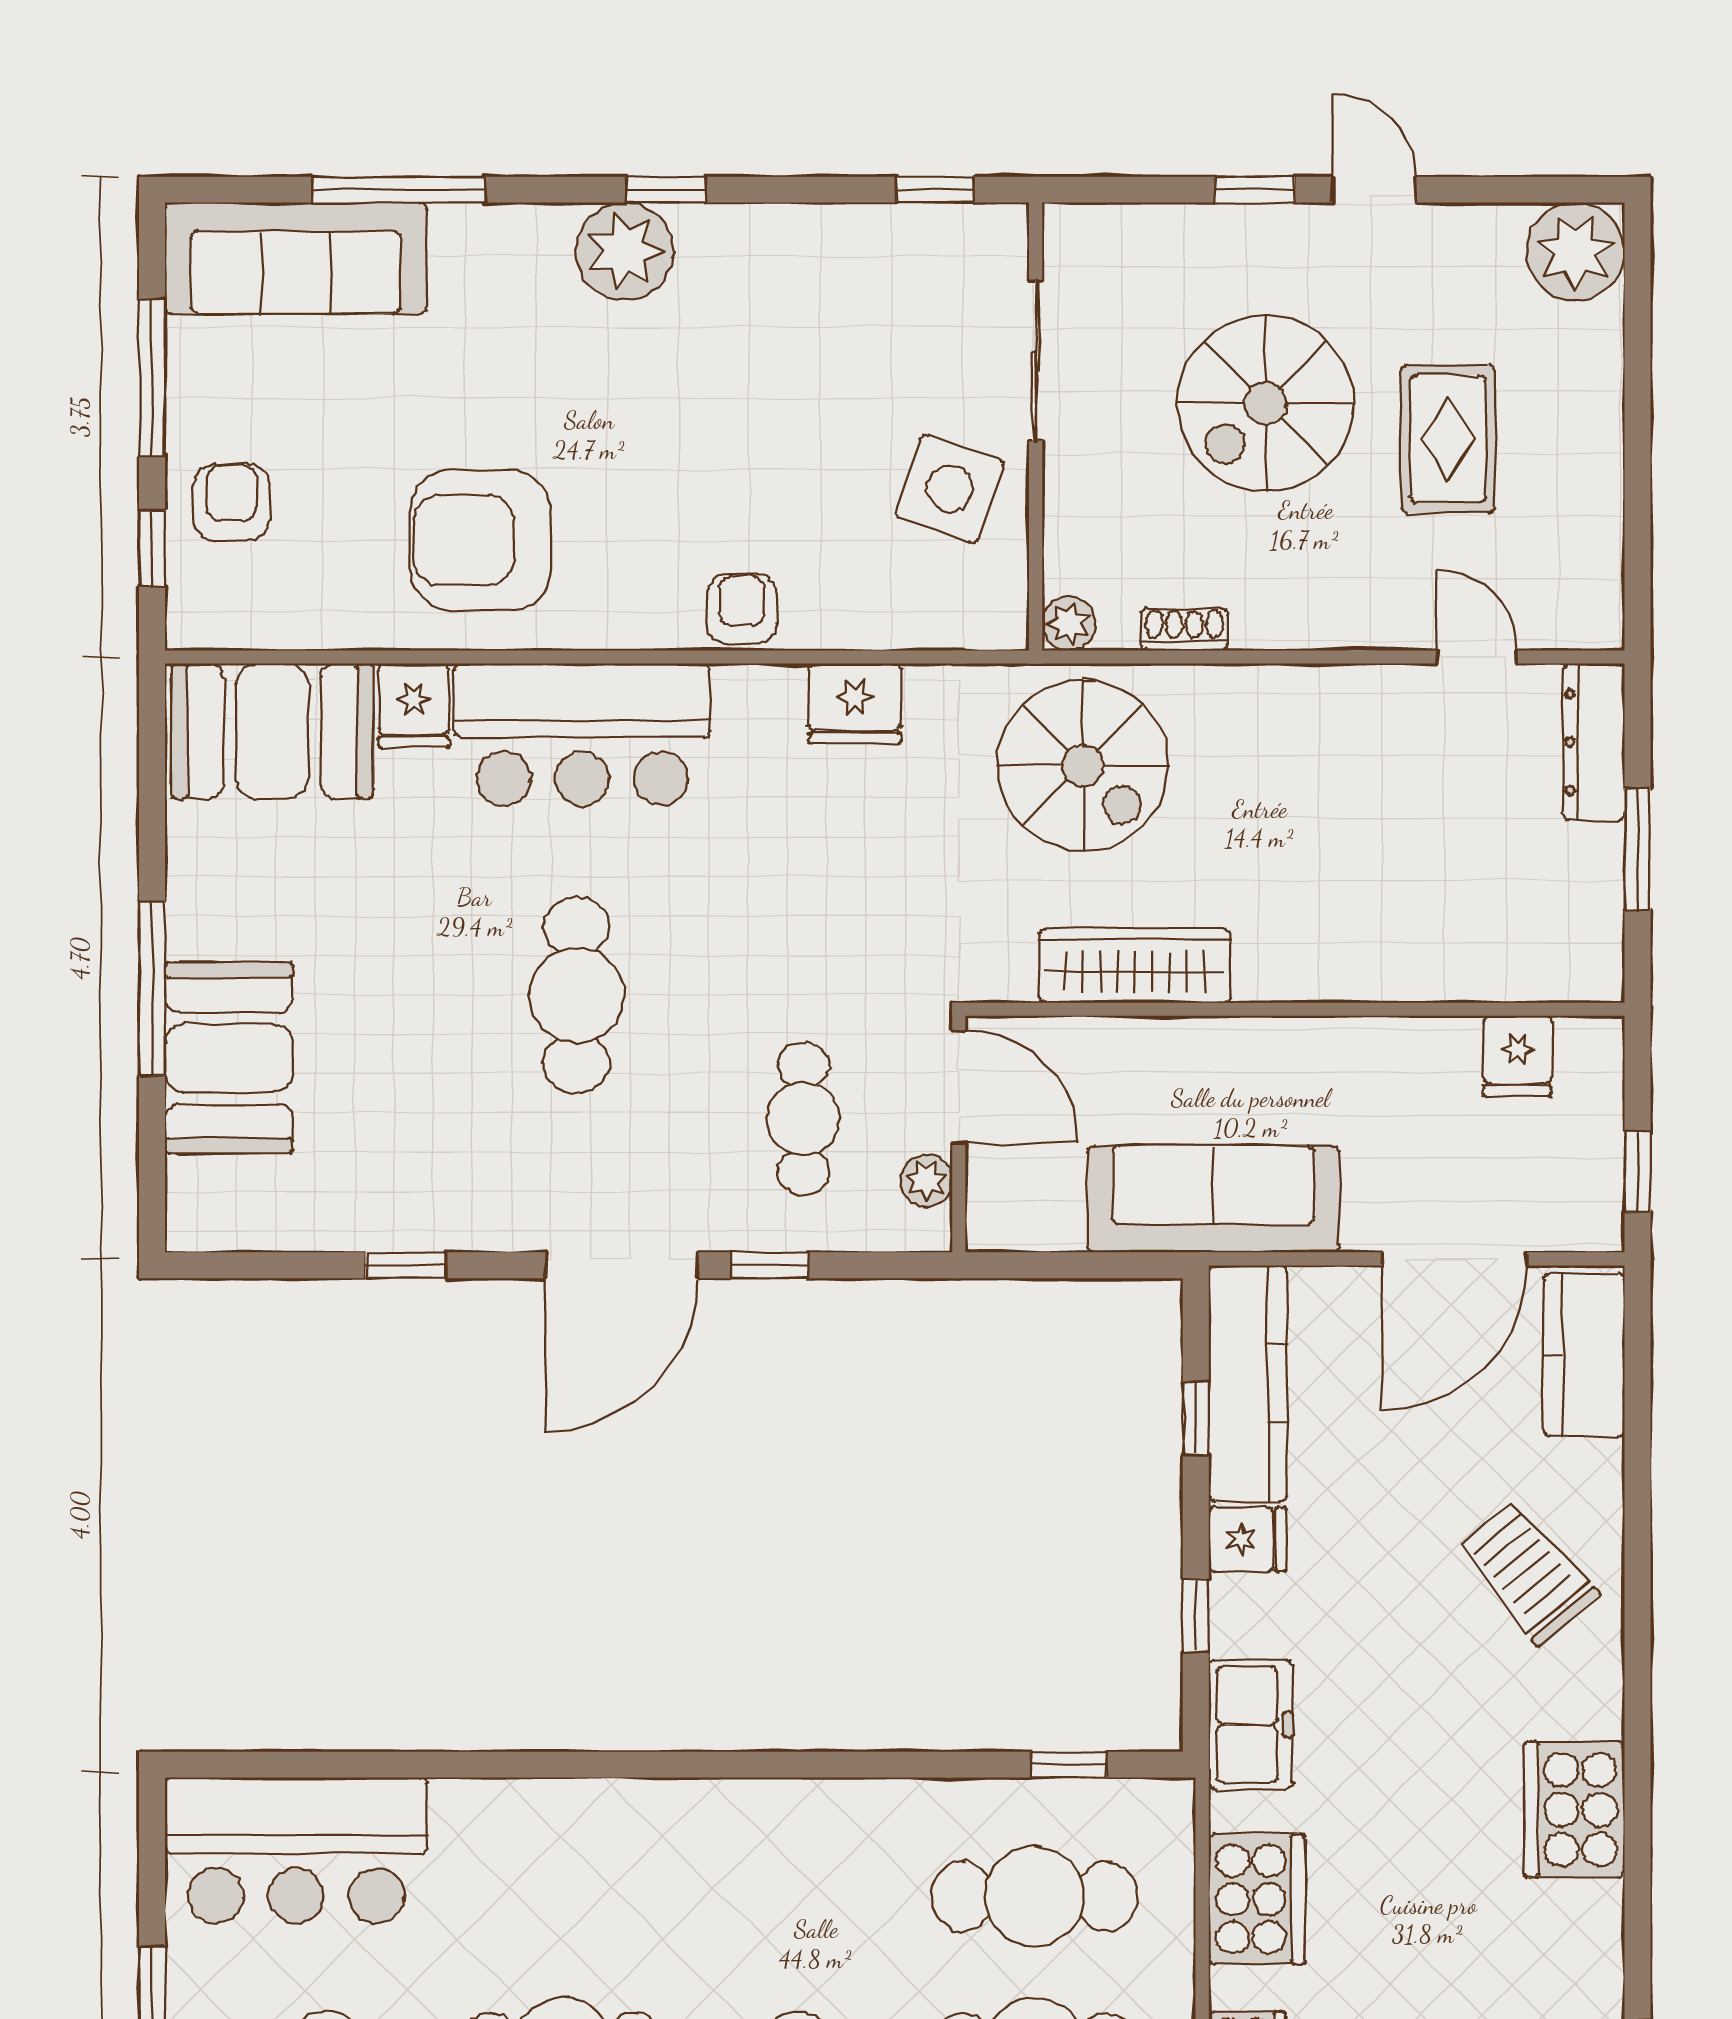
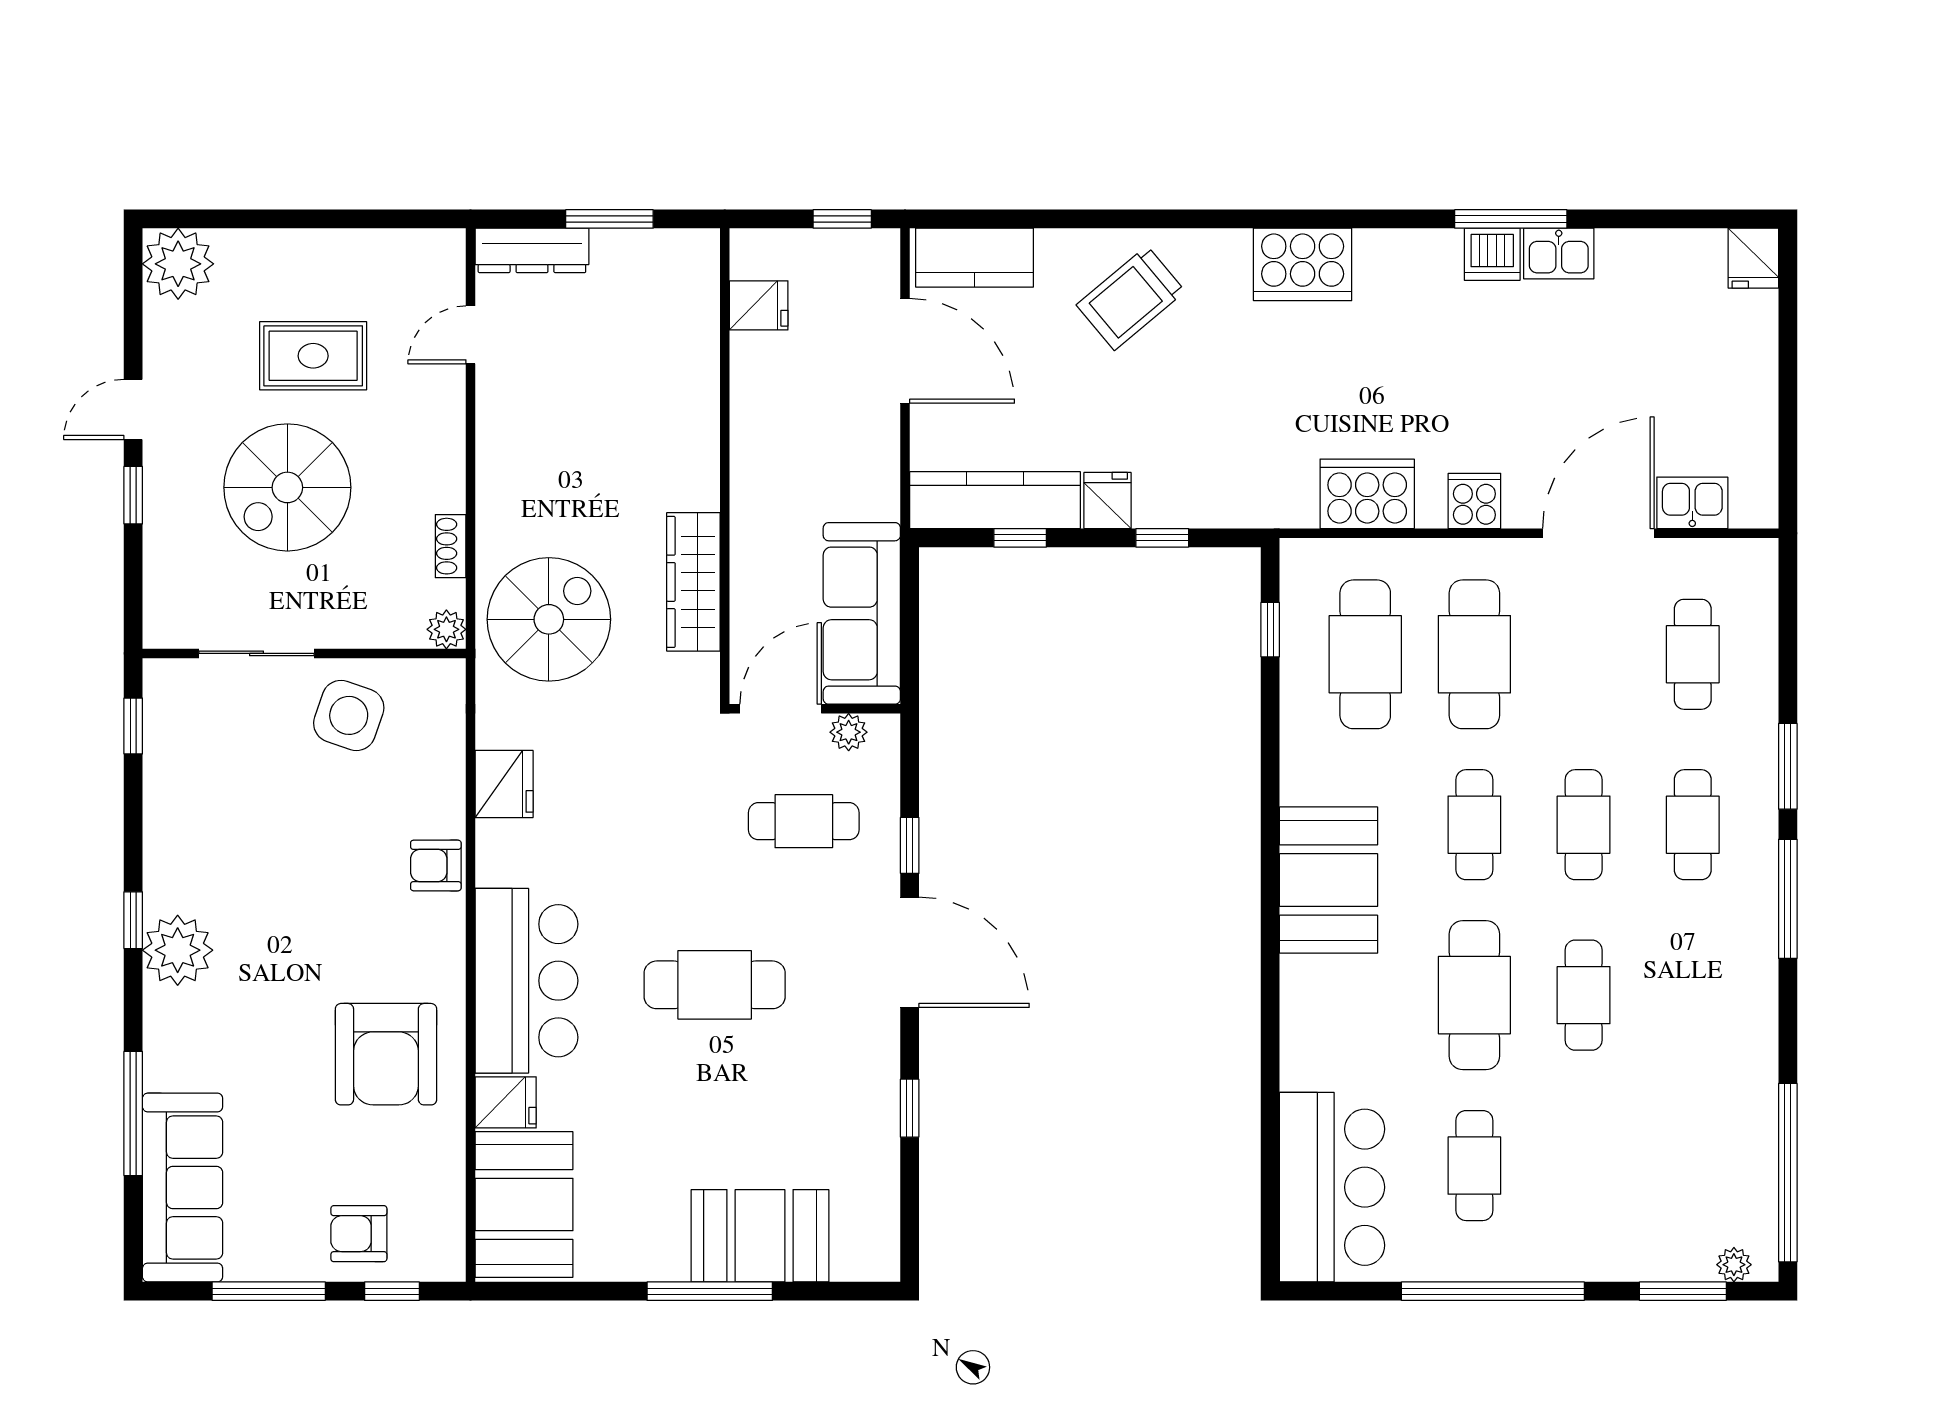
spiral stairs: (1266, 403) -> (287, 487), turned 90
sofa: (1213, 1199) -> (862, 613), moved
freezer: (1251, 1725) -> (1241, 498), removed
booth: (722, 1845) -> (1328, 880), added

